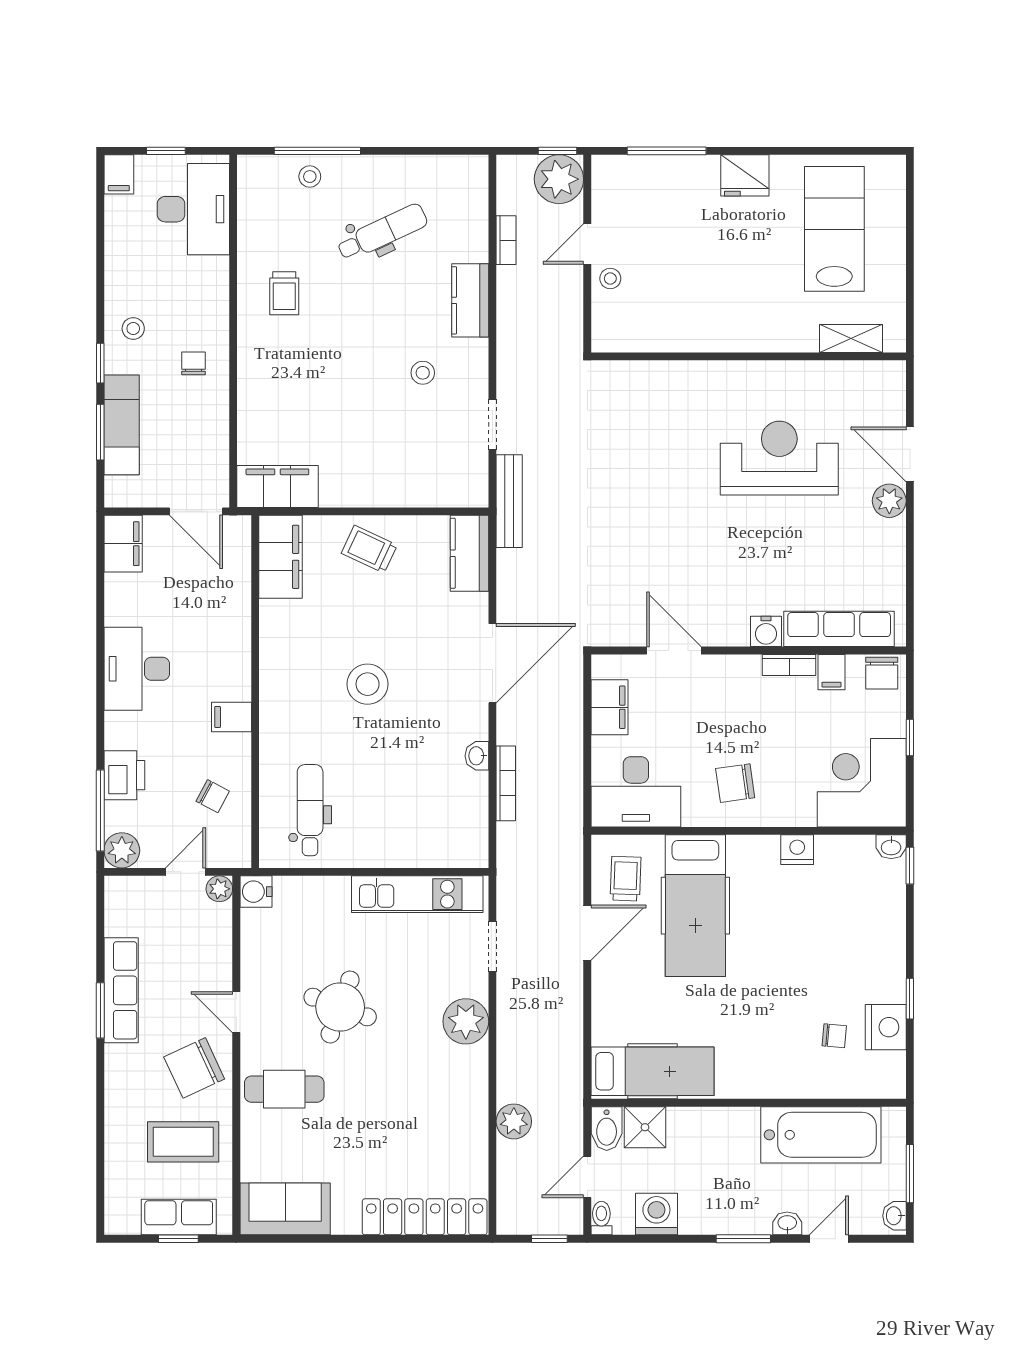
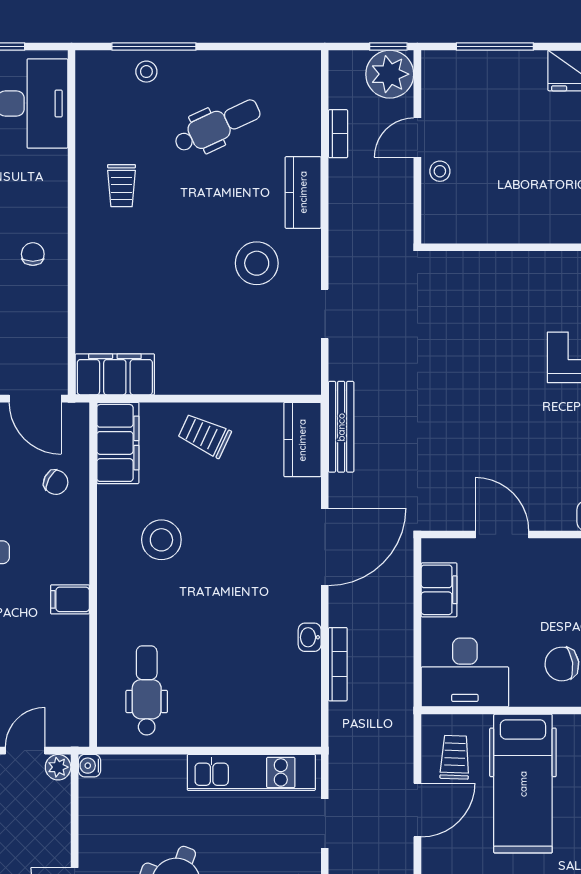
stool: (423, 373) -> (257, 263), width x1.89, depth x1.89
bench: (509, 501) -> (341, 427), moved
stool: (368, 684) -> (161, 540), moved
chair: (213, 796) -> (56, 482), moved
water cooler: (256, 892) -> (89, 766), width x0.72, depth x0.72

